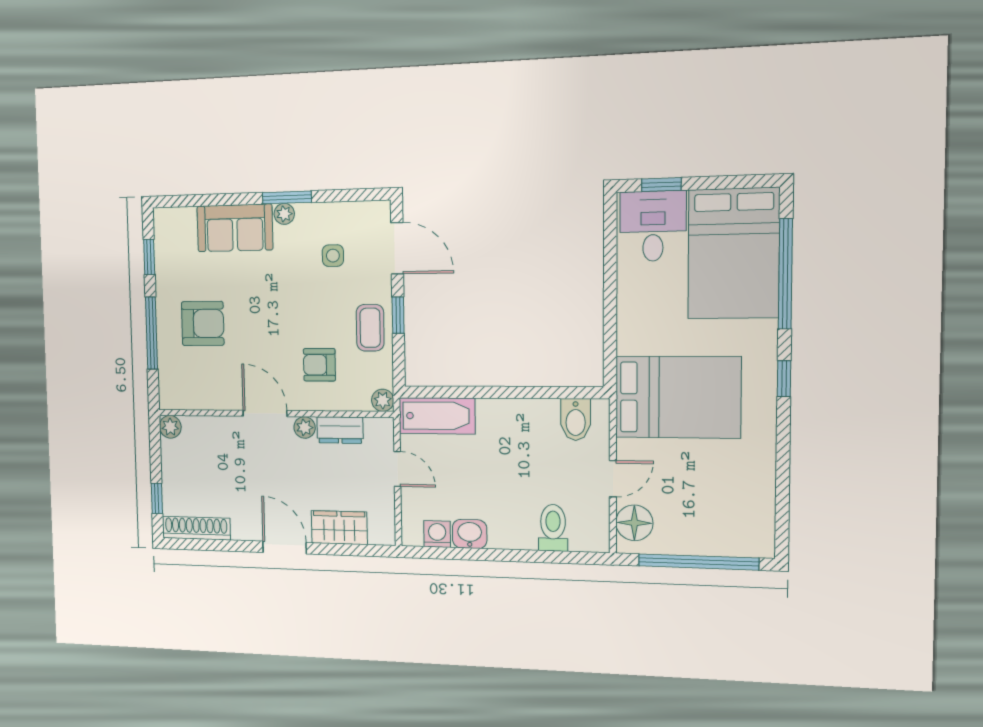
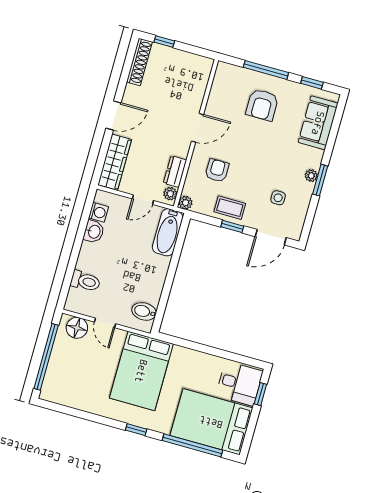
sofa: (235, 228) -> (318, 123), moved
plant: (170, 427) -> (206, 64), removed
plant: (305, 427) -> (170, 194), moved
wardrobe: (339, 528) -> (115, 162), width x1.50

